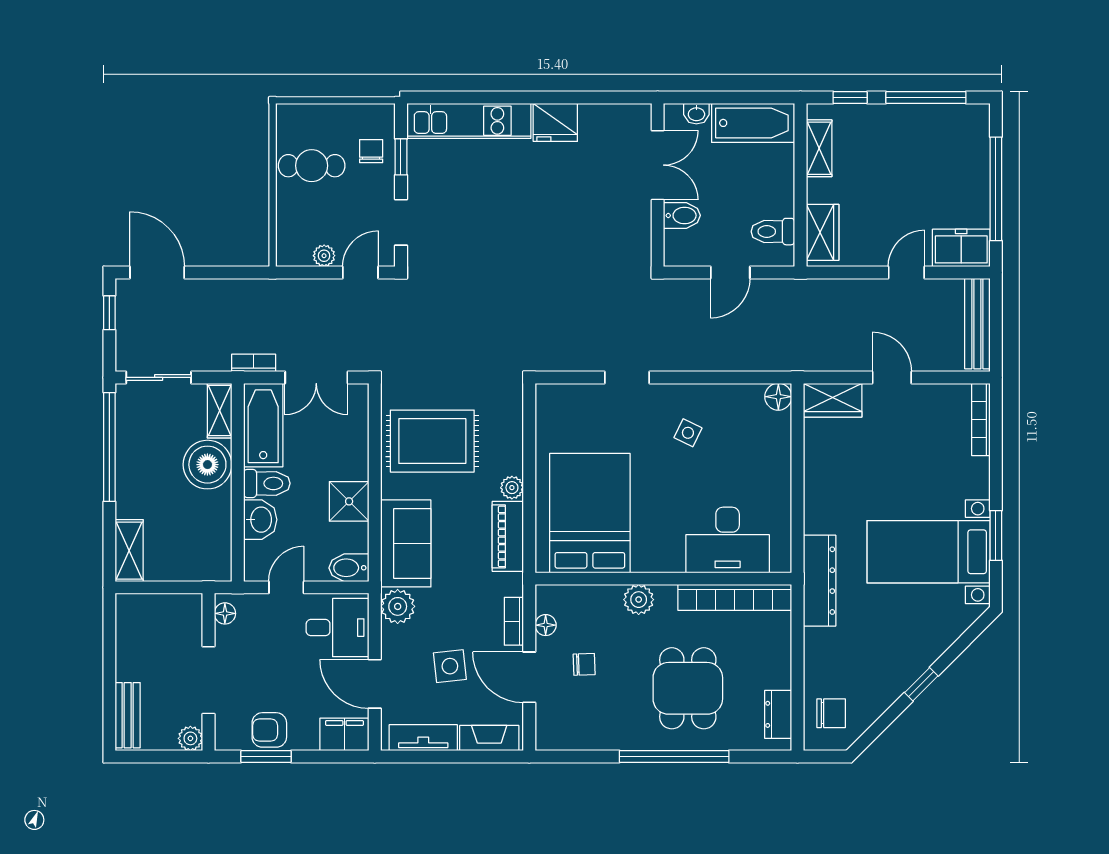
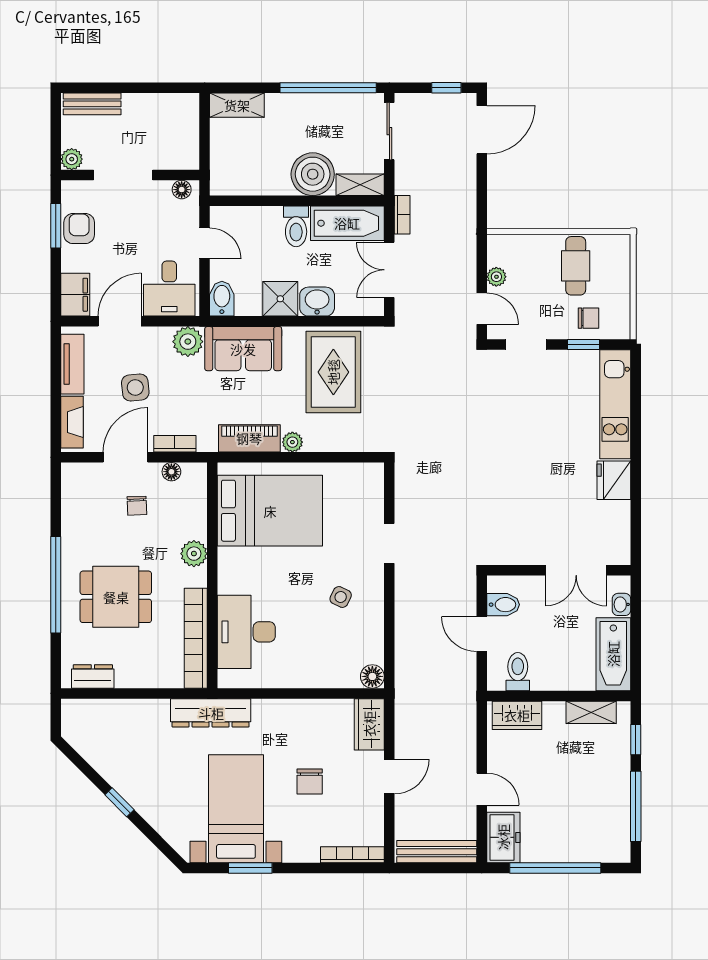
bidet: (682, 215) -> (503, 605), moved, turned -90
washbasin: (260, 520) -> (317, 302), moved, turned 180
chair: (831, 713) -> (310, 782), moved

